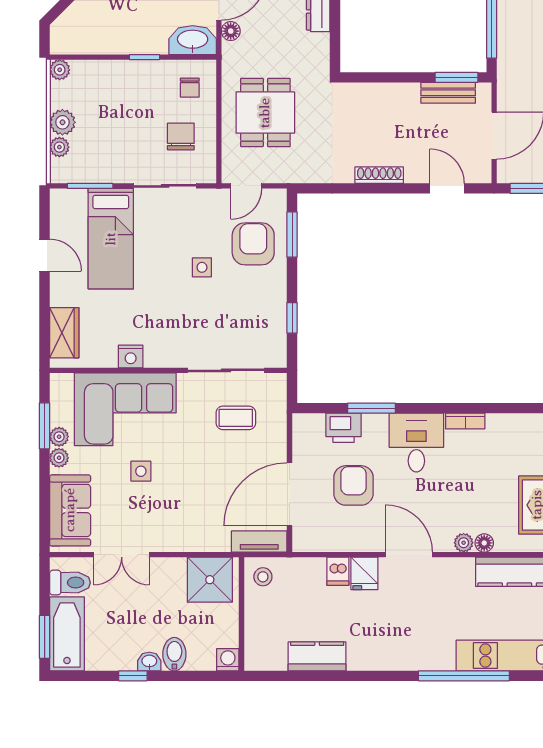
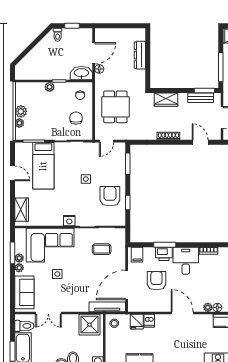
plant: (60, 70) -> (50, 87), moved
wardrobe: (374, 97) -> (166, 100), added
armchair: (253, 244) -> (110, 196), moved
nightstand: (131, 356) -> (69, 221), moved
printer: (344, 428) -> (164, 254), moved
filing cabinet: (312, 429) -> (137, 255), added
tv unit: (259, 542) -> (107, 307), width x1.41
fridge: (364, 573) -> (137, 322), moved

